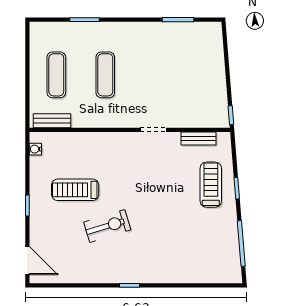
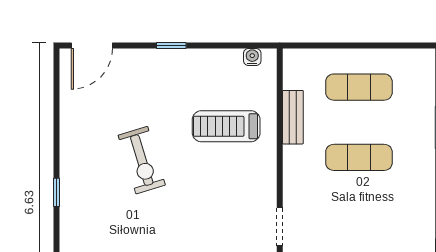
bench: (52, 121) -> (293, 117), moved
treadmill: (75, 190) -> (226, 126), moved, turned -90

